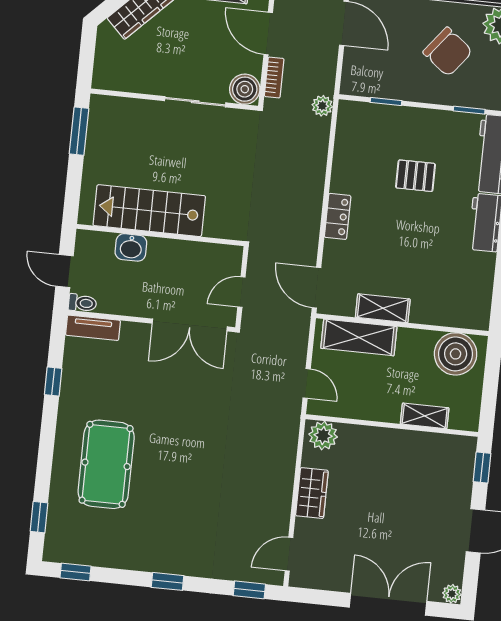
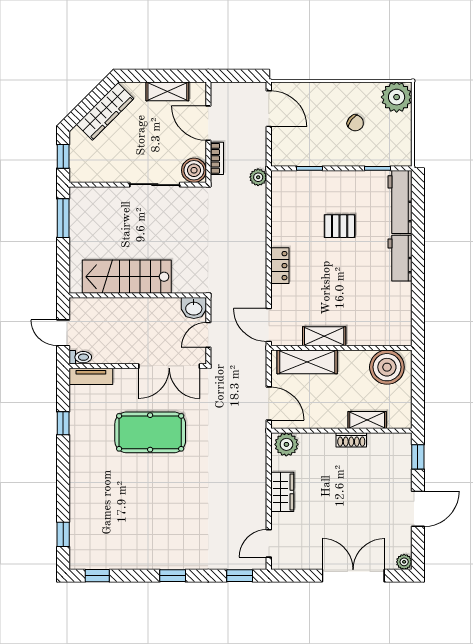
chair: (448, 52) -> (355, 123), width x0.54, depth x0.54
window: (87, 56) -> (63, 156), added
washbasin: (131, 247) -> (194, 308), moved
door: (307, 383) -> (269, 404), width x1.38
shoe rack: (403, 438) -> (351, 440), added
pool table: (106, 464) -> (150, 432), moved, turned 90

